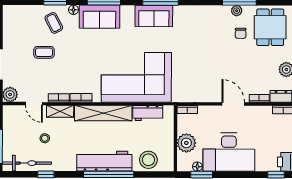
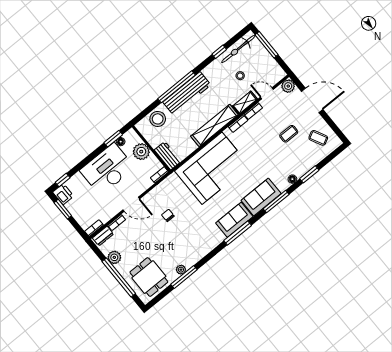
sofa: (99, 17) -> (261, 197), moved
coffee table: (54, 23) -> (318, 138), moved
chair: (241, 33) -> (168, 215), moved
workbench: (148, 113) -> (168, 156), moved, turned 90

